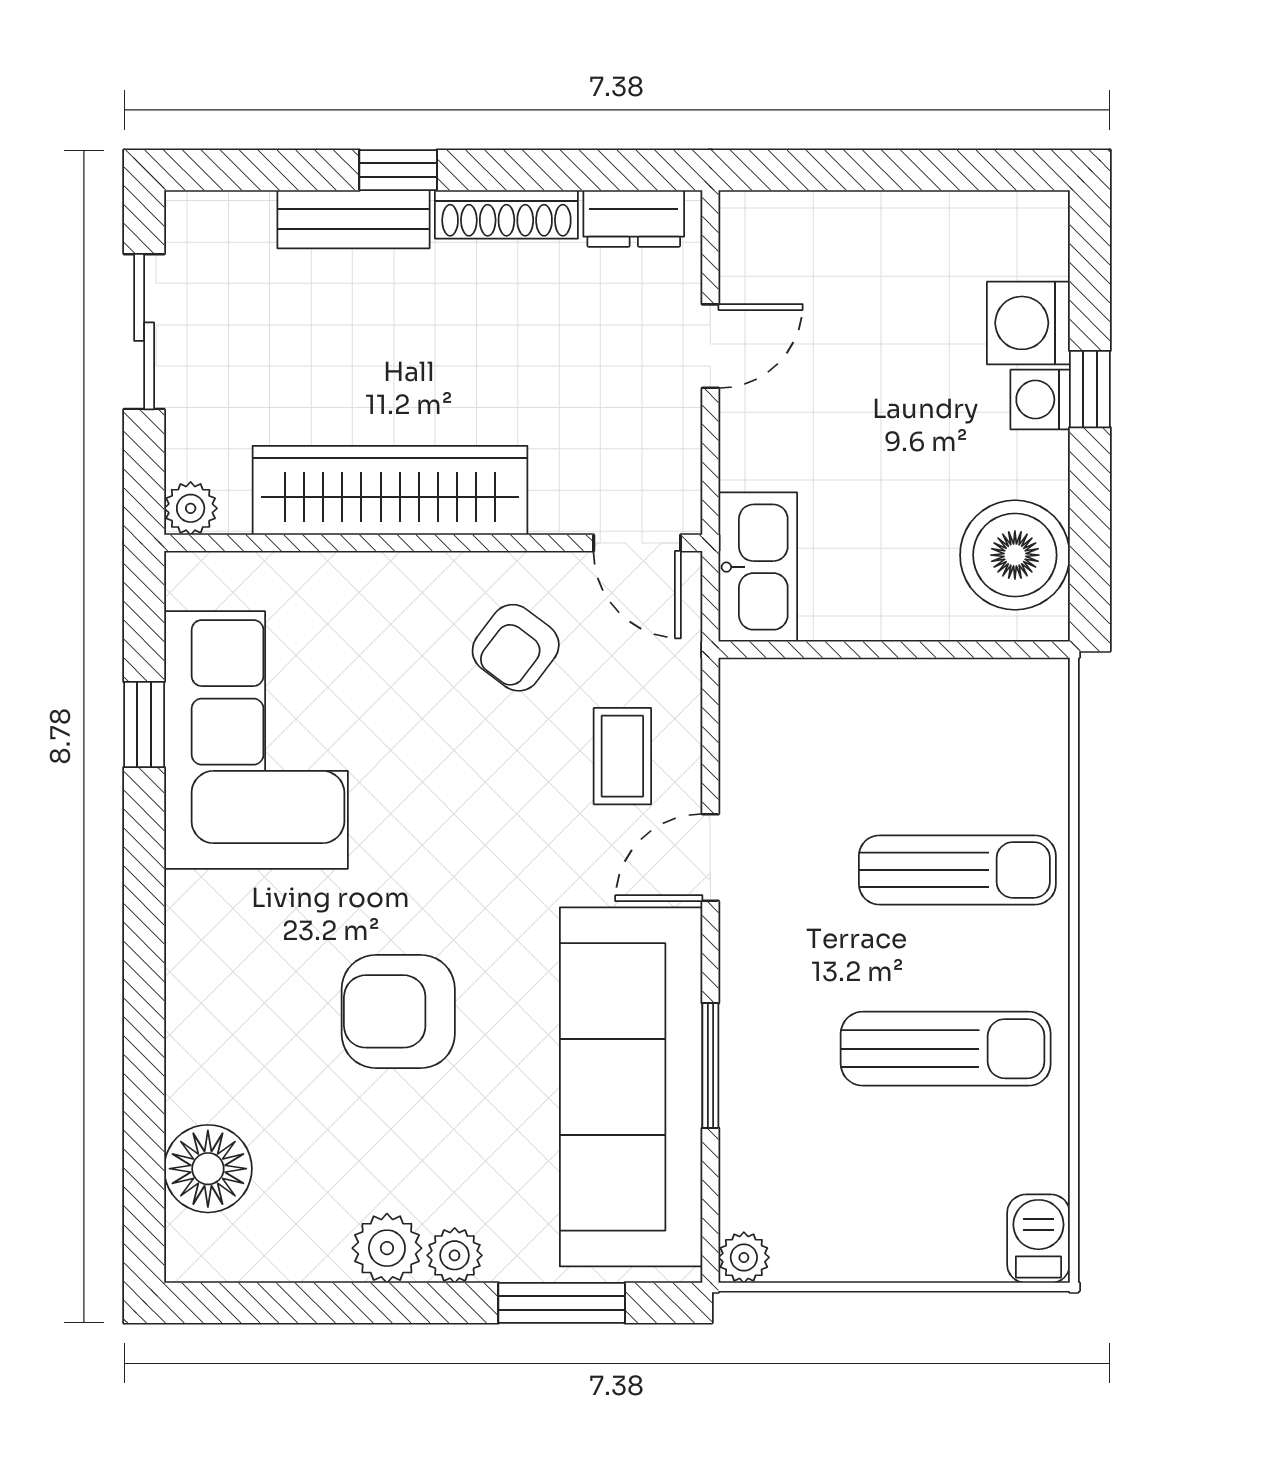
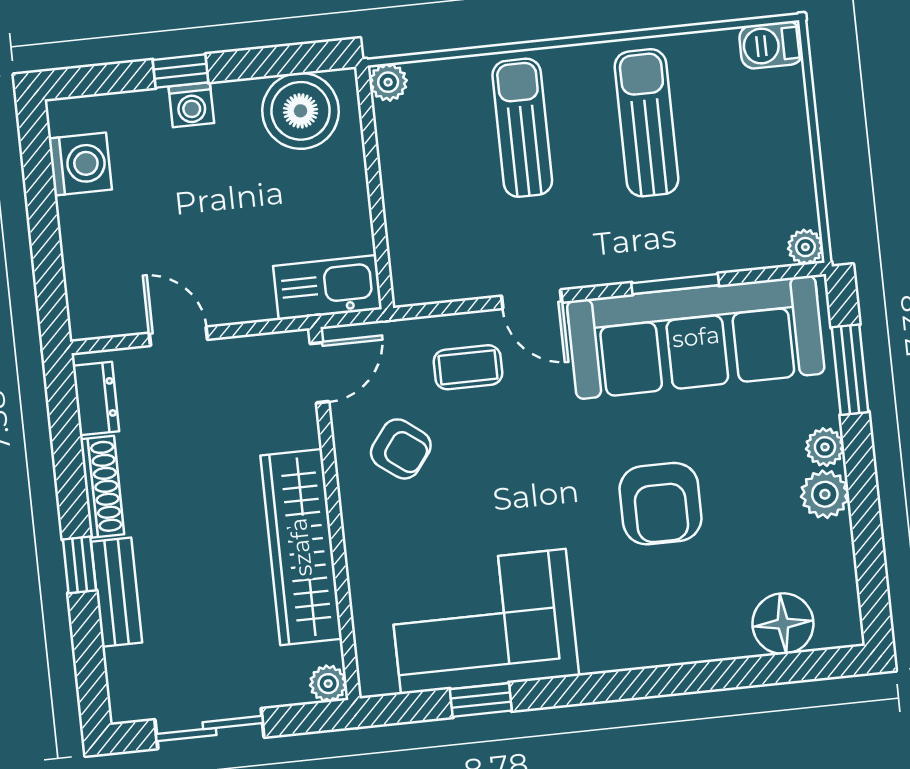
washing machine: (1028, 323) -> (80, 164), moved, turned -90
plant: (1043, 685) -> (388, 82), added

